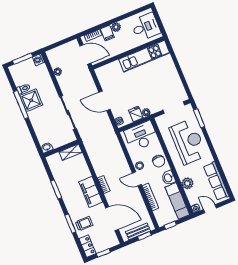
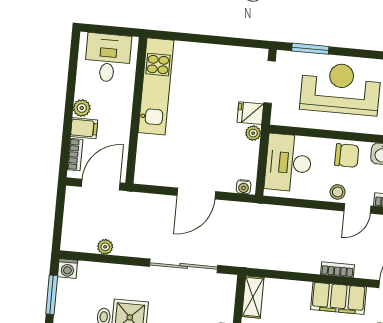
fridge: (136, 114) -> (250, 113), moved

